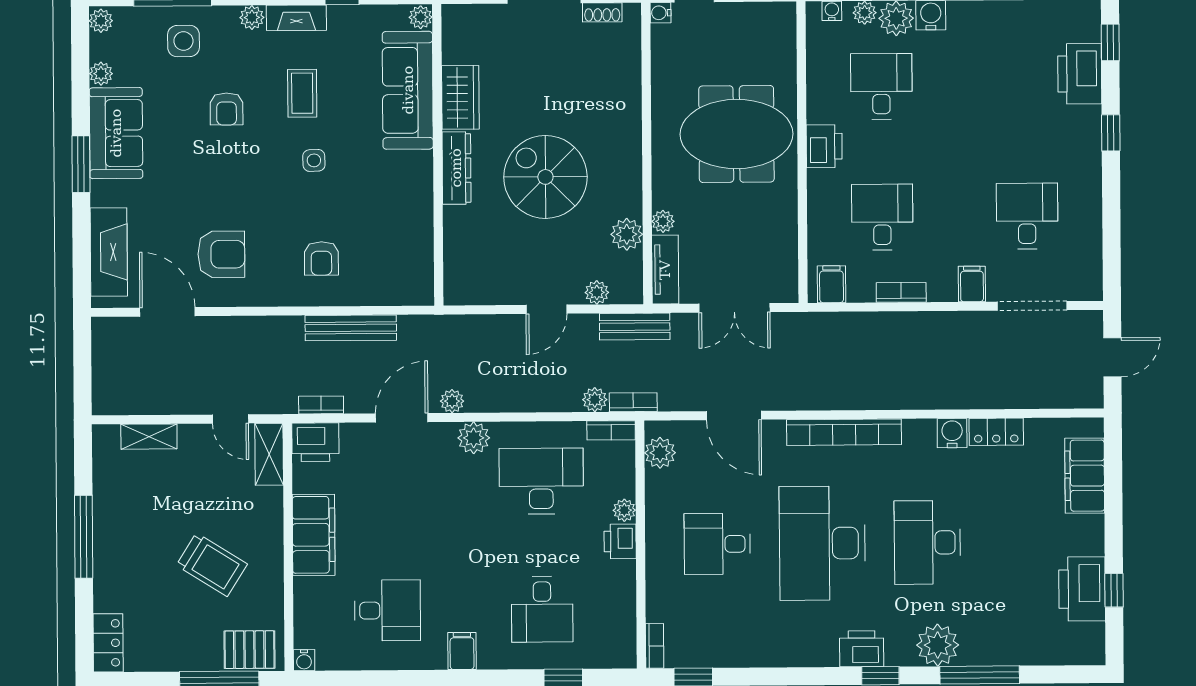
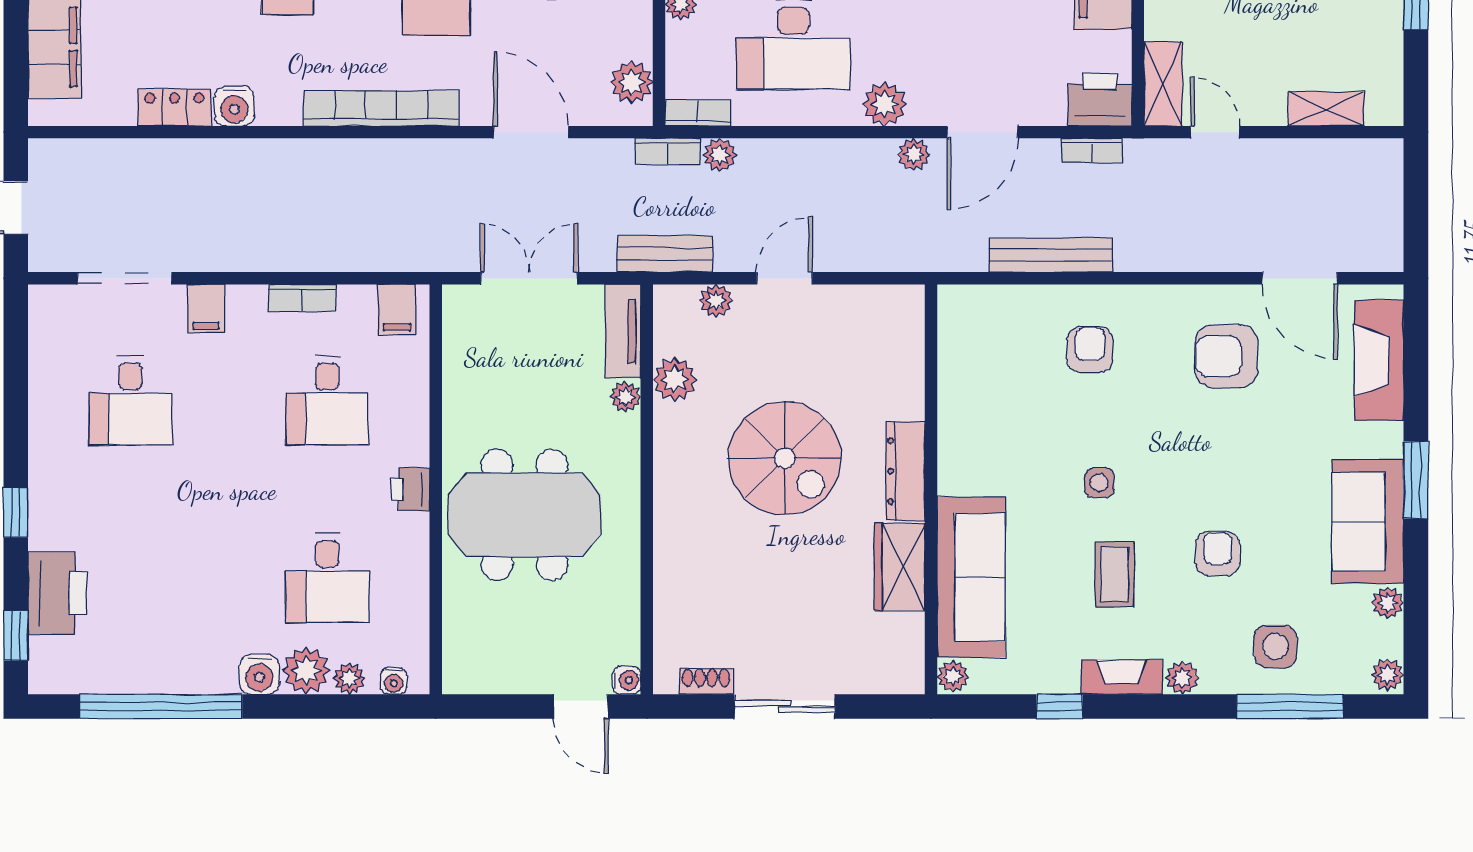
printer: (824, 146) -> (410, 489), width x0.73, depth x0.81

